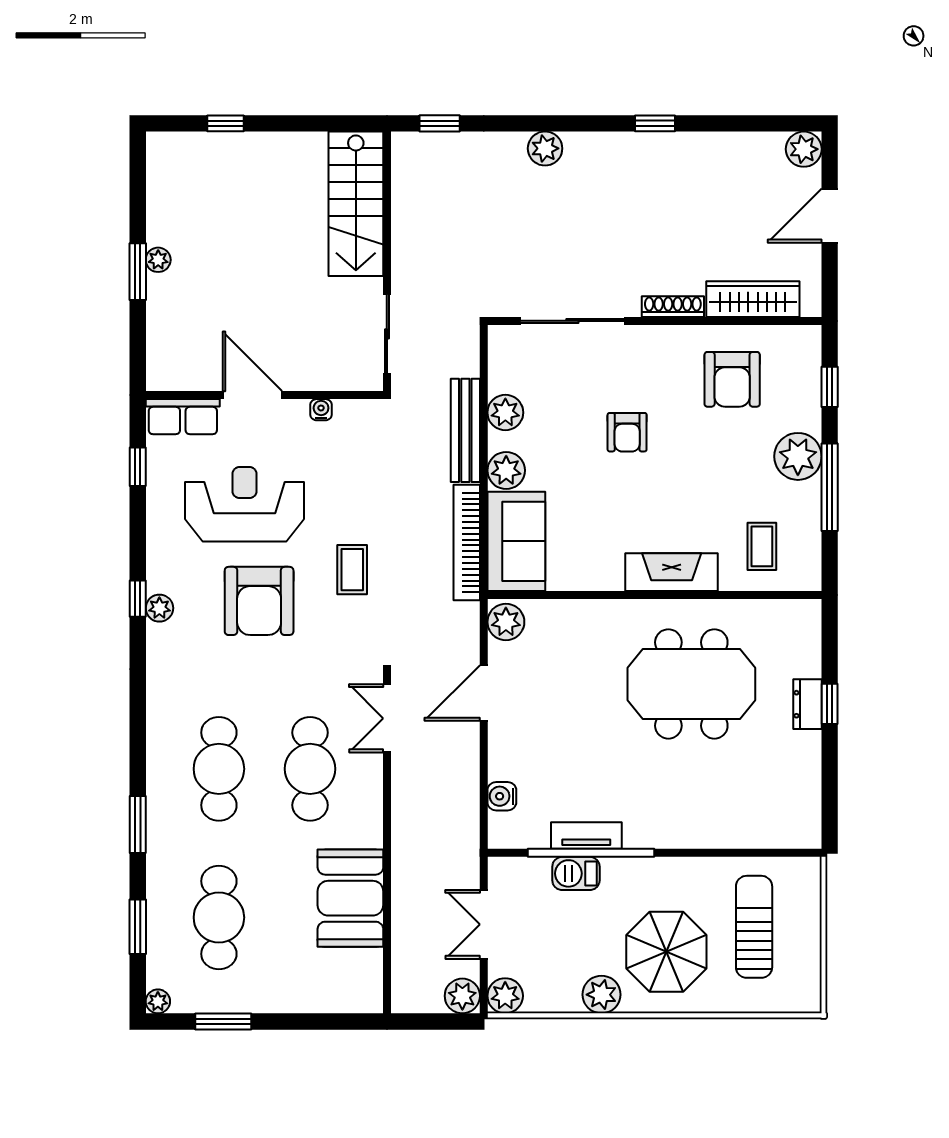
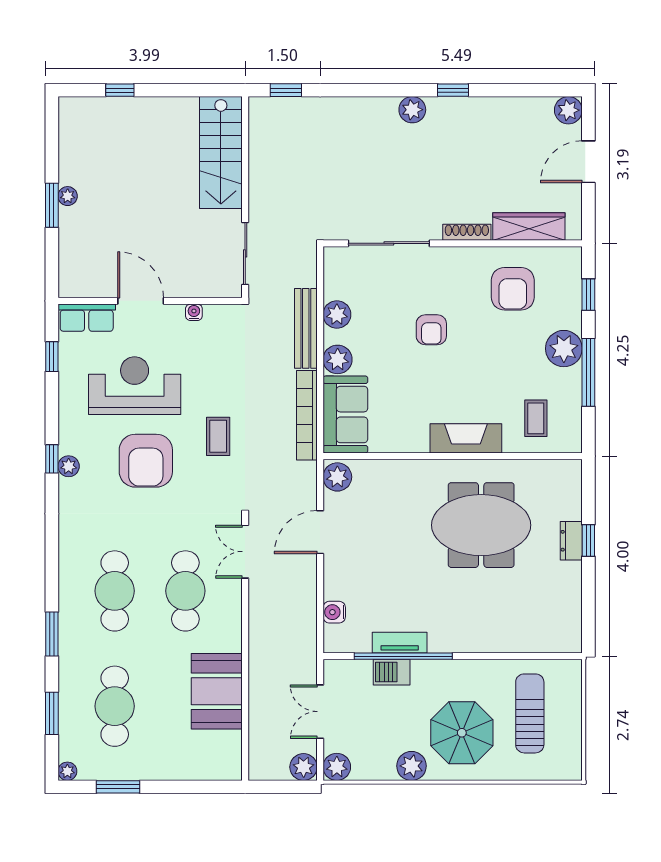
plant: (545, 148) -> (412, 110), moved

